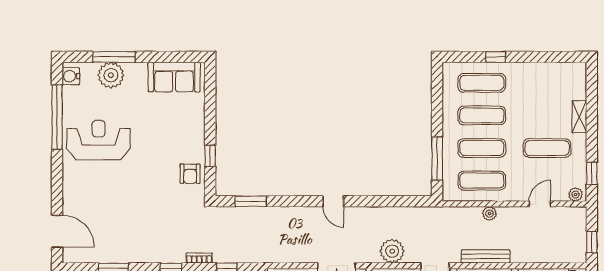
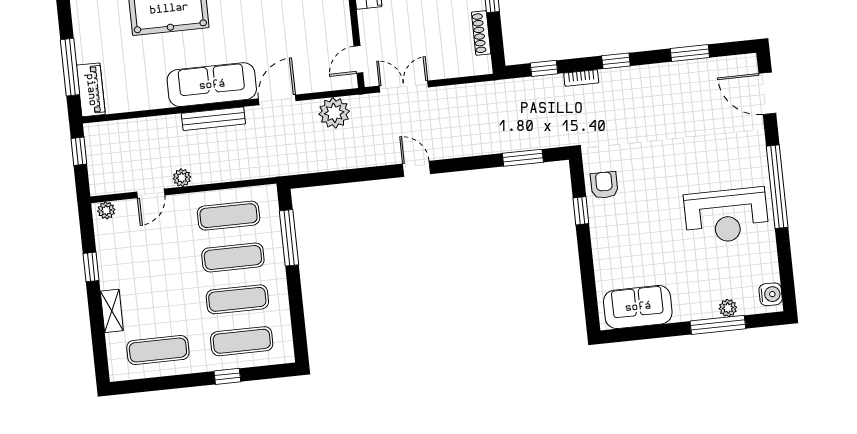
plant: (111, 75) -> (728, 308), width x0.53, depth x0.53
window: (57, 117) -> (777, 187), moved
exercise mat: (547, 148) -> (158, 350), moved
window: (592, 173) -> (91, 267), moved
plant: (489, 214) -> (182, 178), moved

